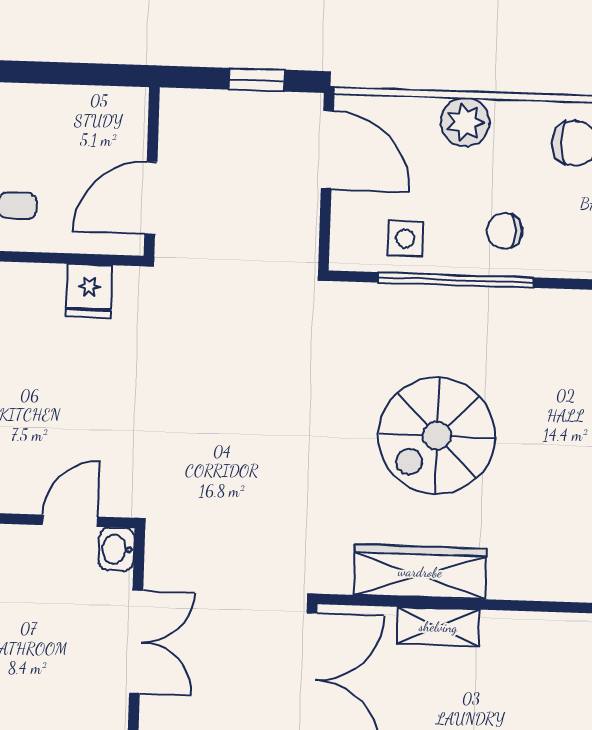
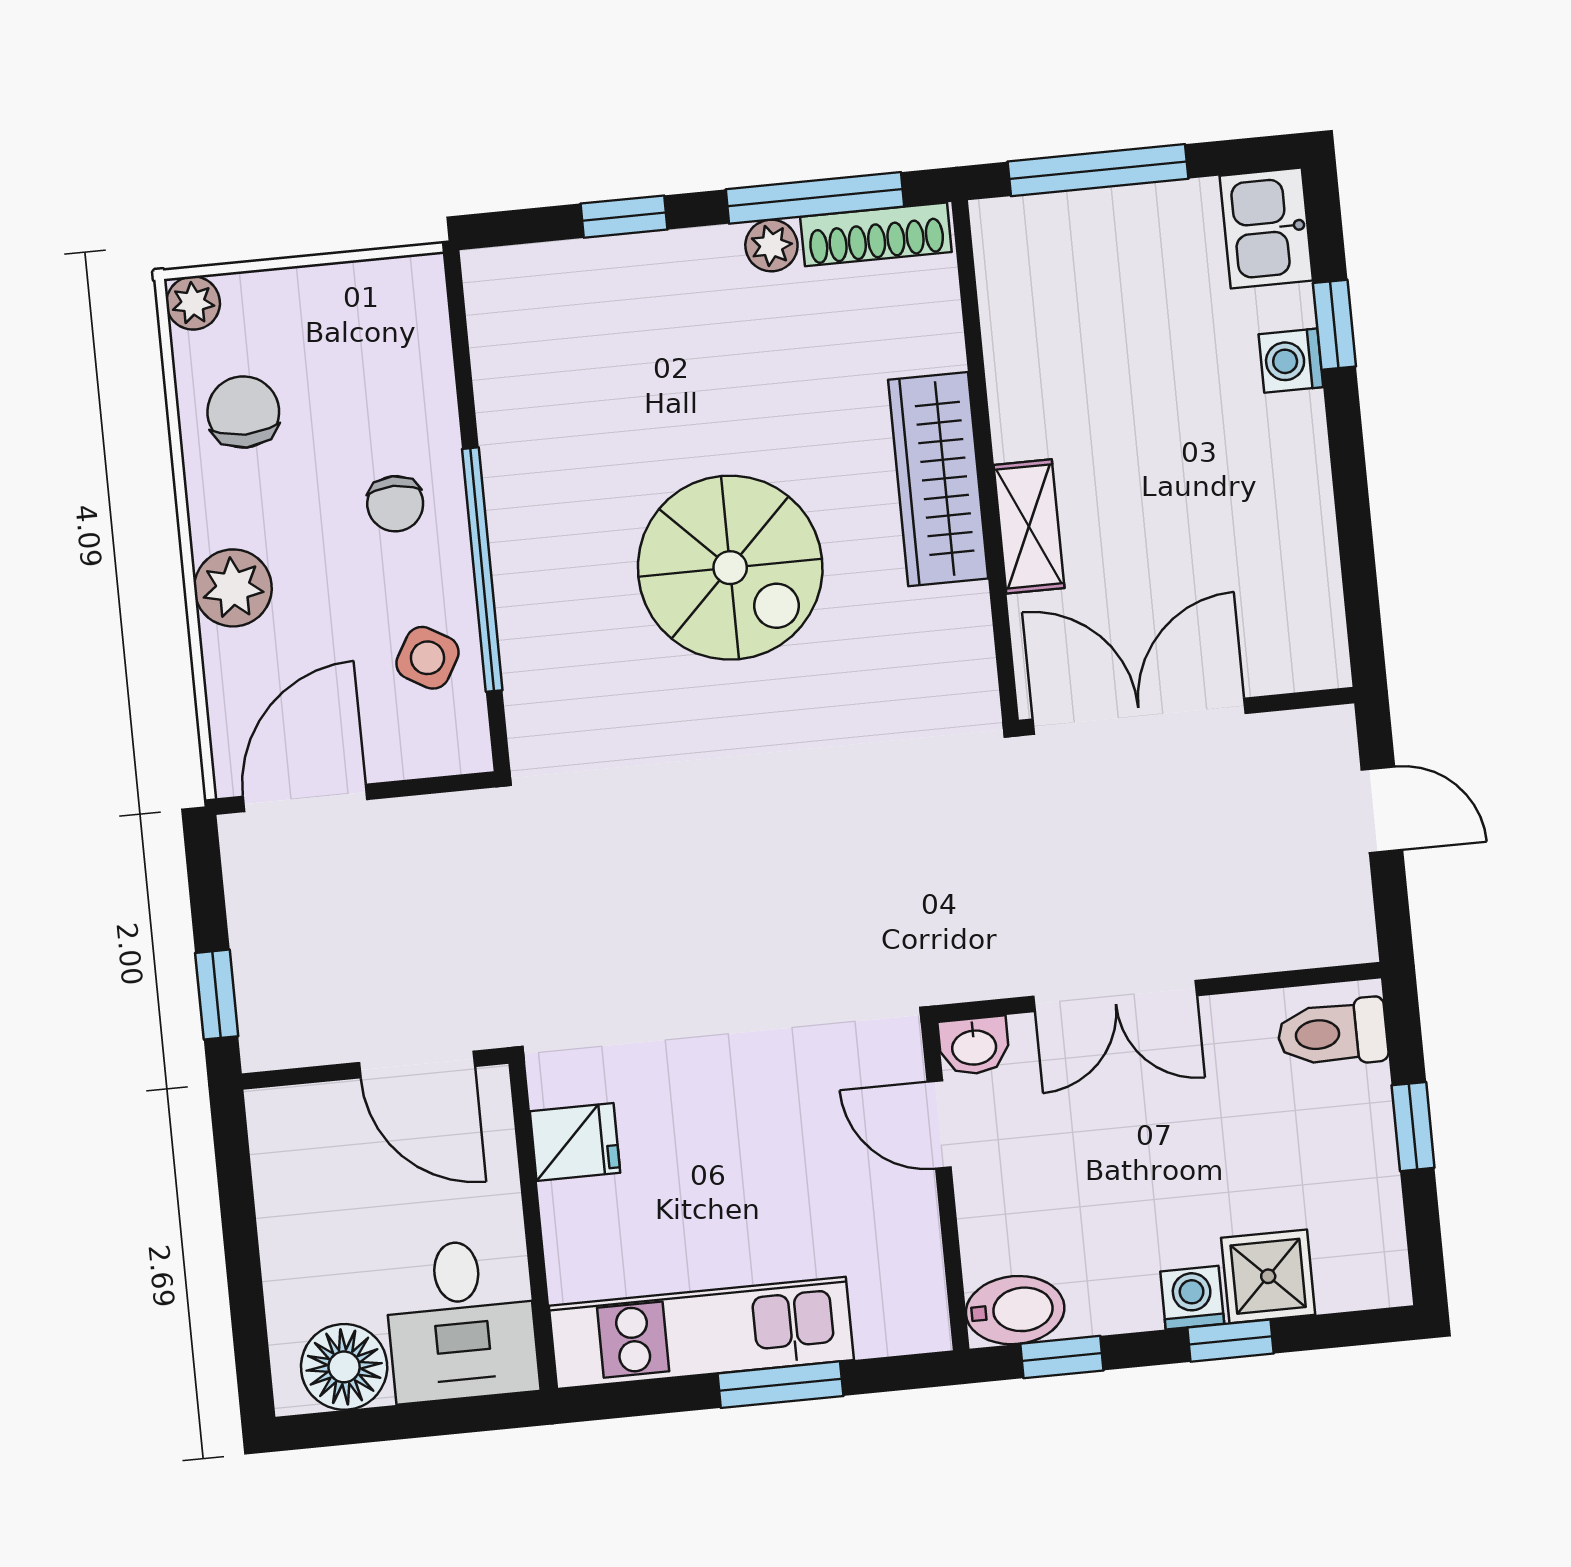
window: (257, 80) -> (217, 995), moved
side table: (405, 238) -> (427, 658), turned 30
wardrobe: (420, 572) -> (938, 479), moved
double door: (136, 642) -> (1115, 996), swing flipped

